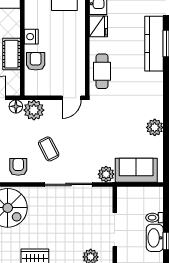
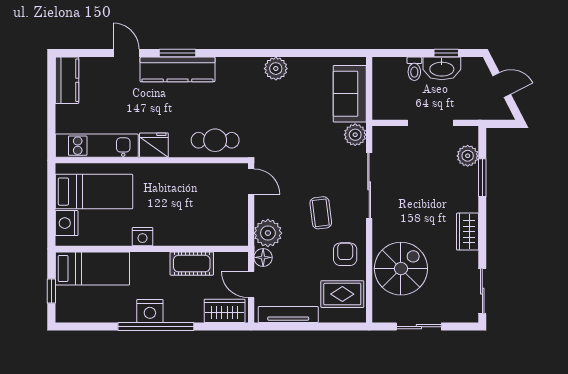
nightstand: (31, 37) -> (142, 237), moved
armchair: (36, 61) -> (202, 231), removed
plant: (155, 127) -> (276, 69), moved
coffee table: (49, 149) -> (321, 213), turned -70
armchair: (18, 167) -> (345, 254), turned 90

